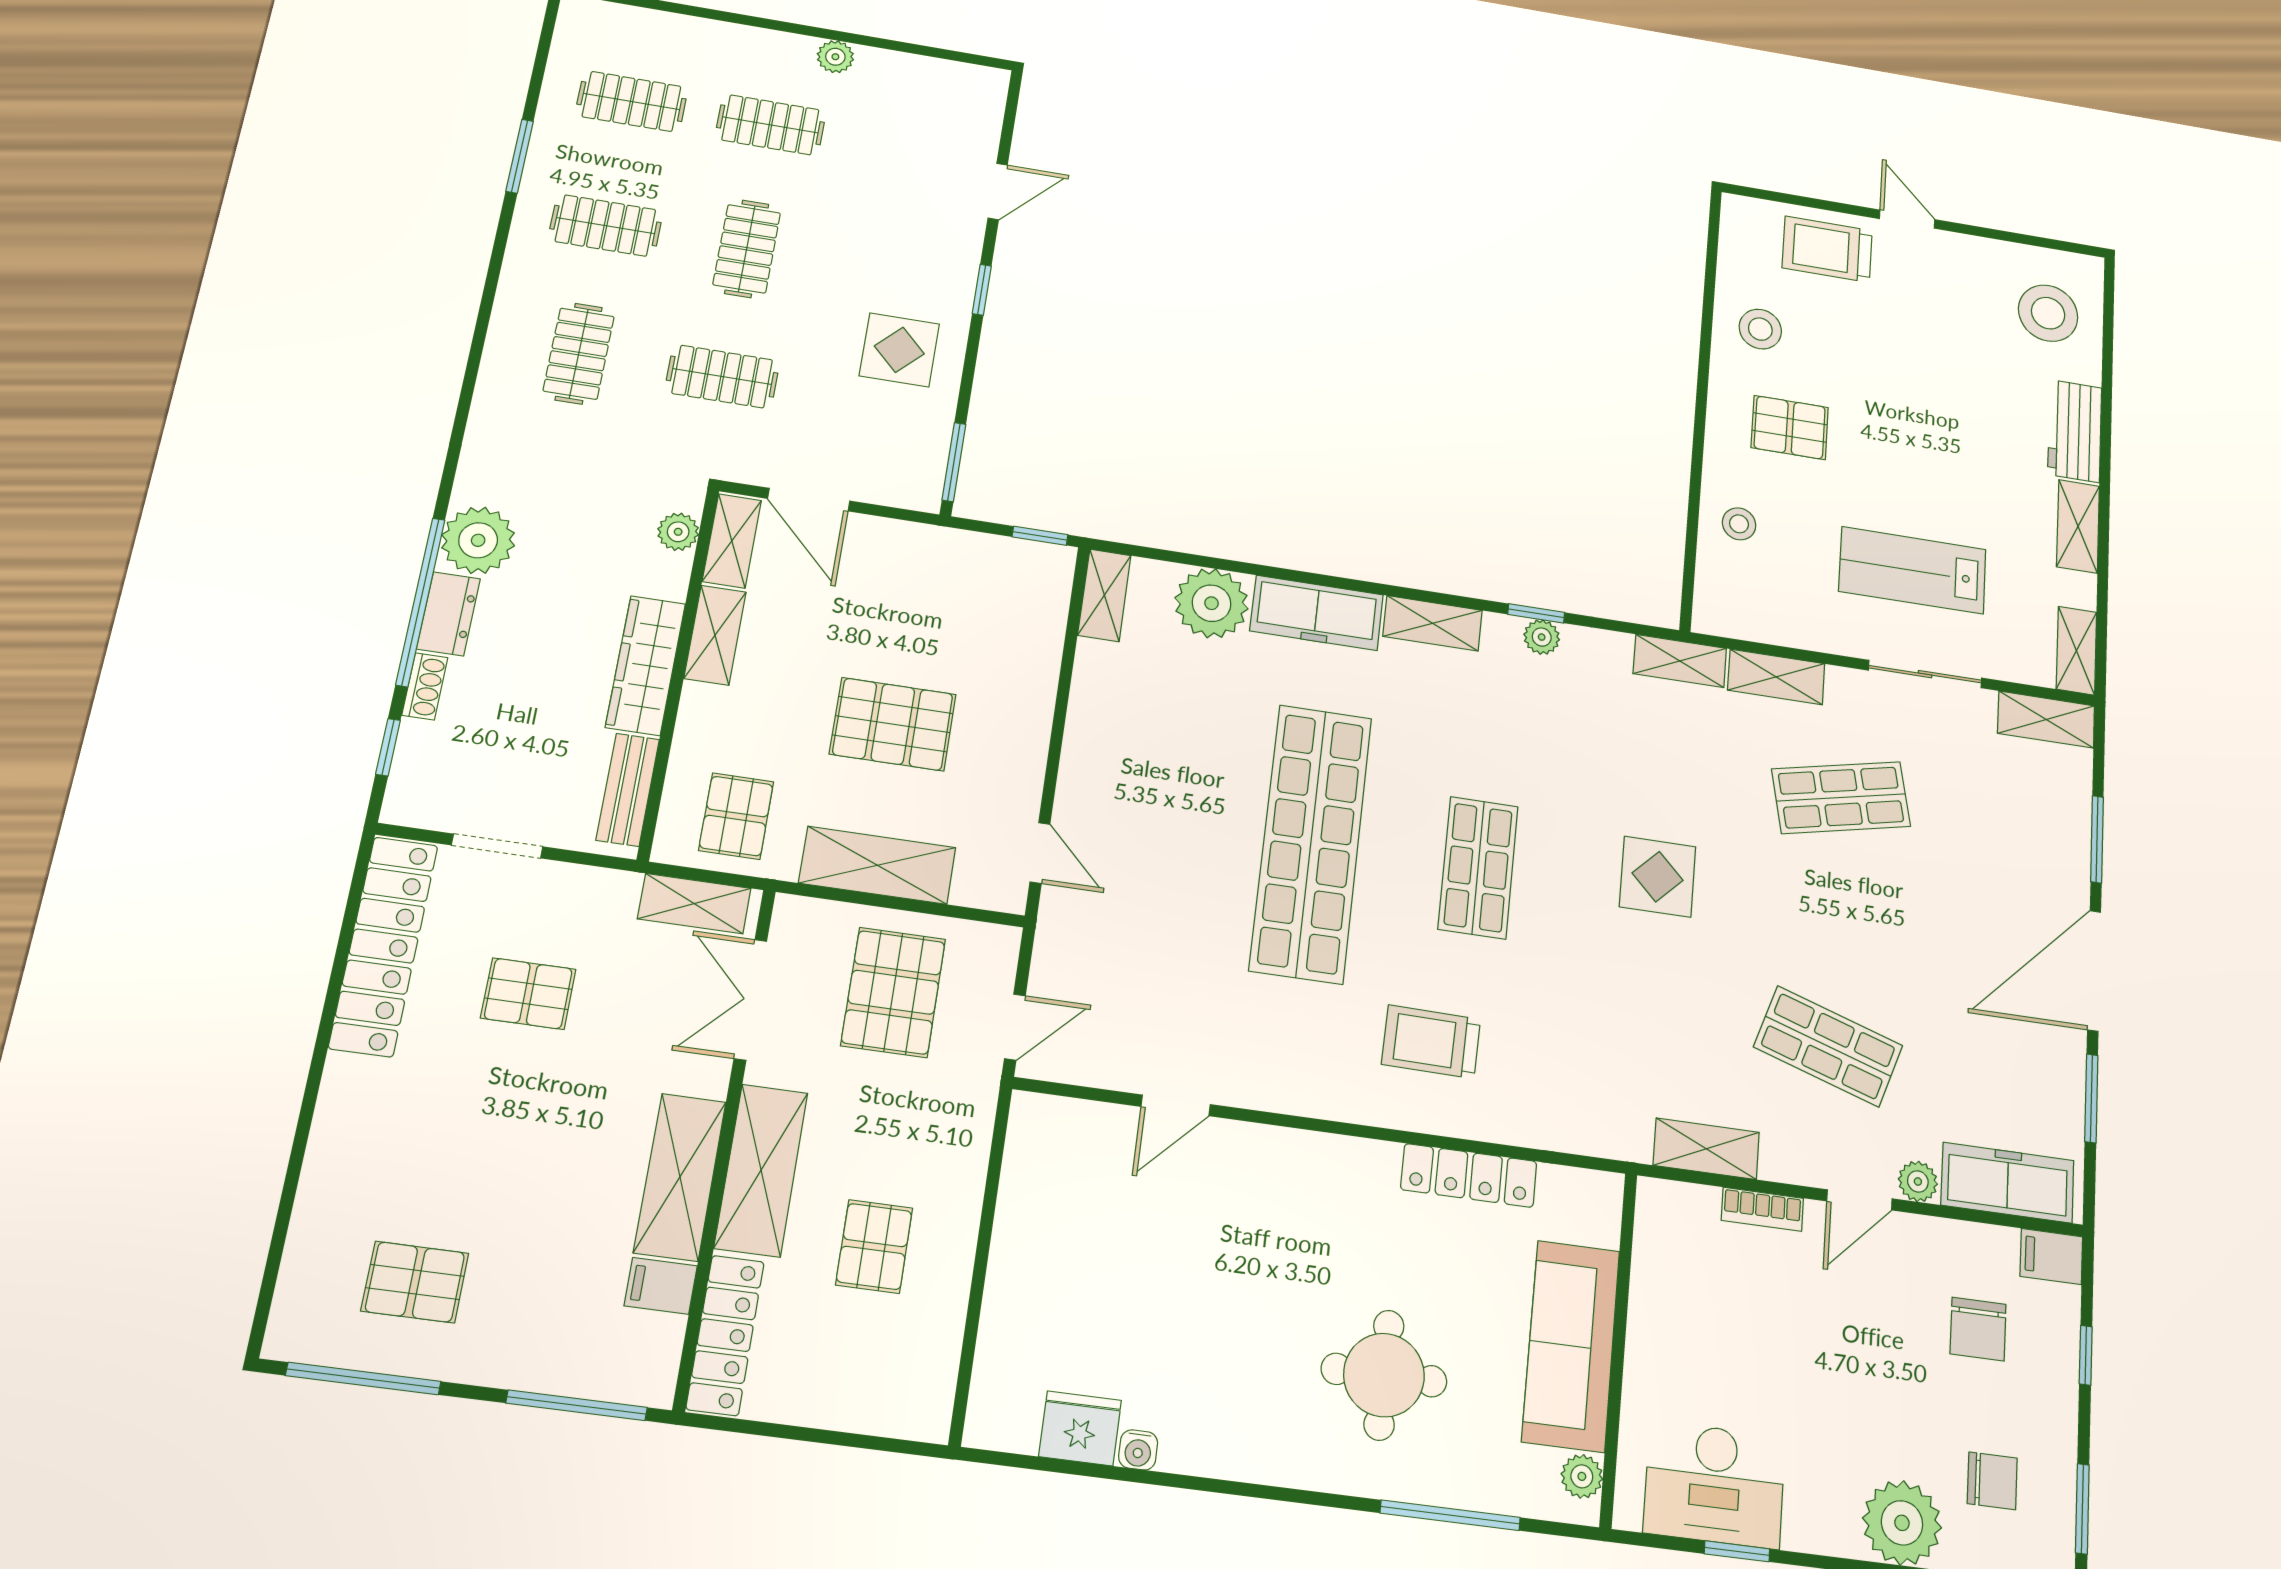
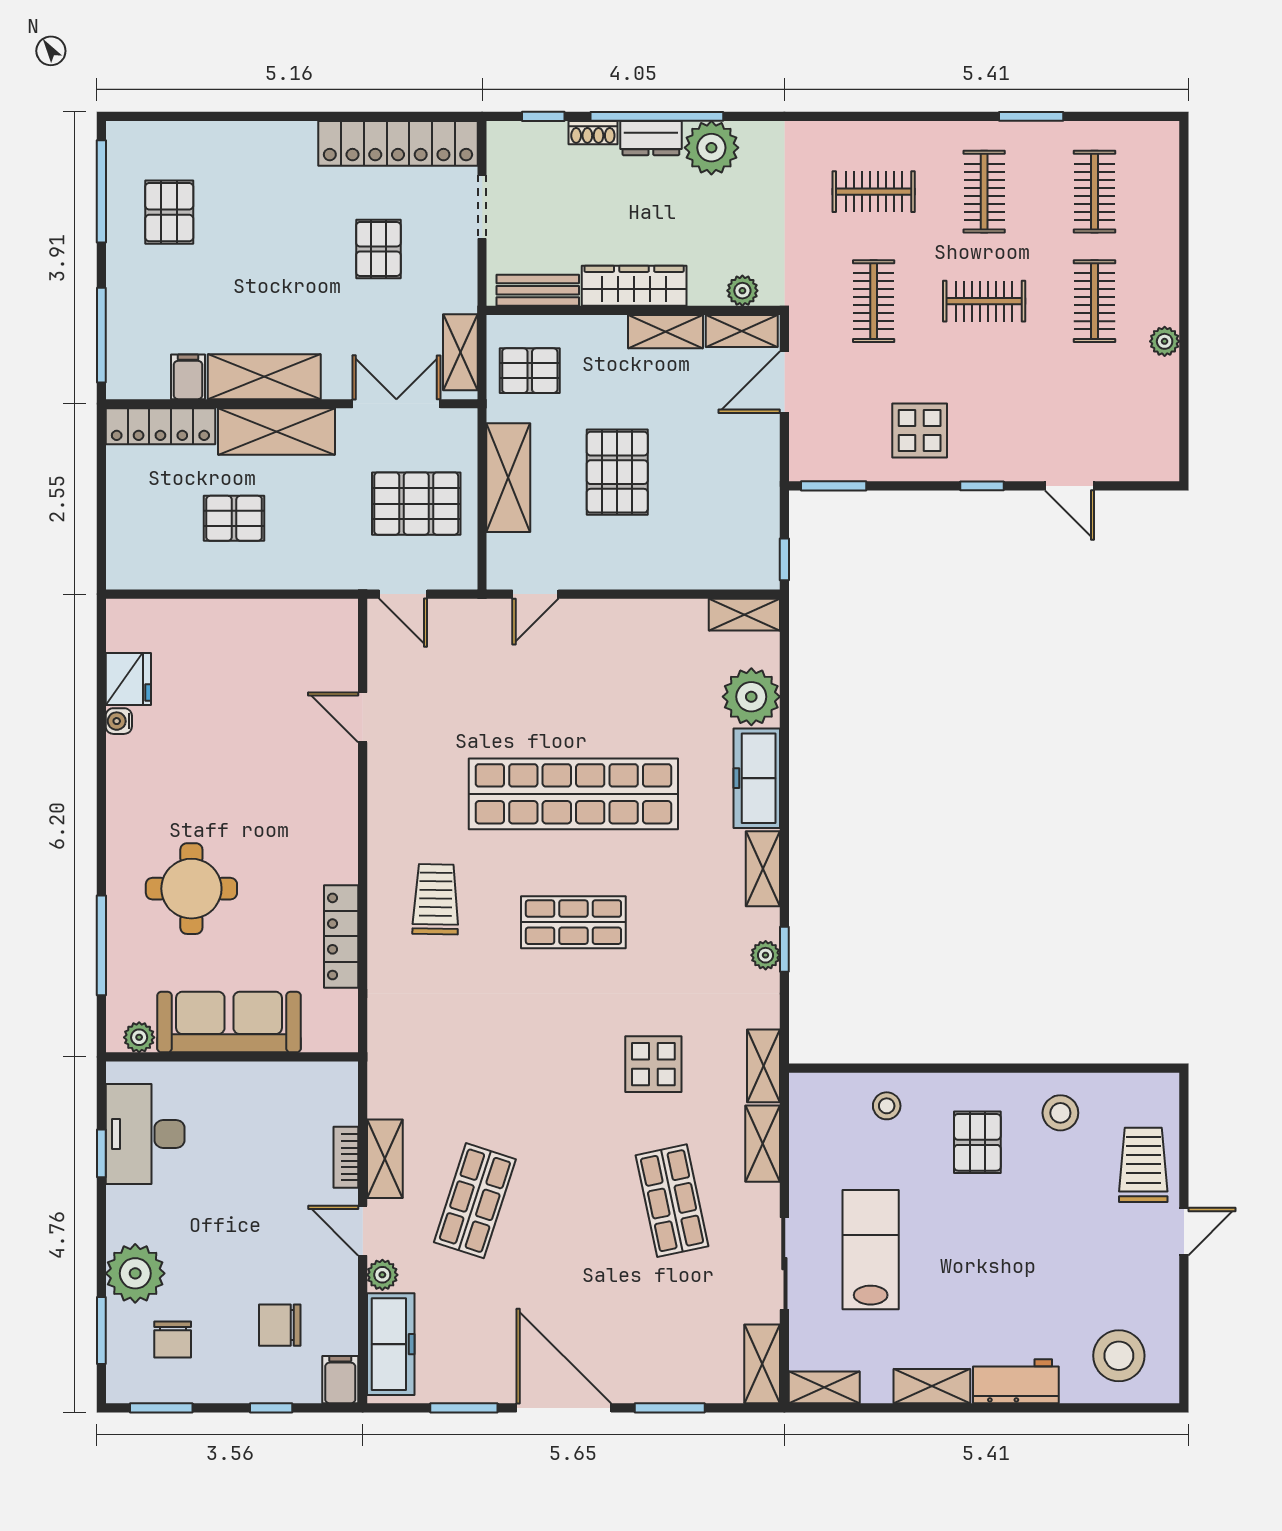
display table: (1658, 877) -> (653, 1064), moved
shelving: (1706, 1149) -> (385, 1159), moved

